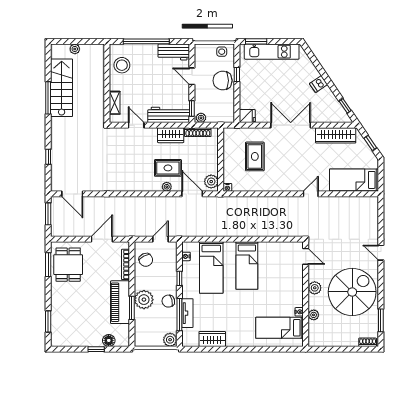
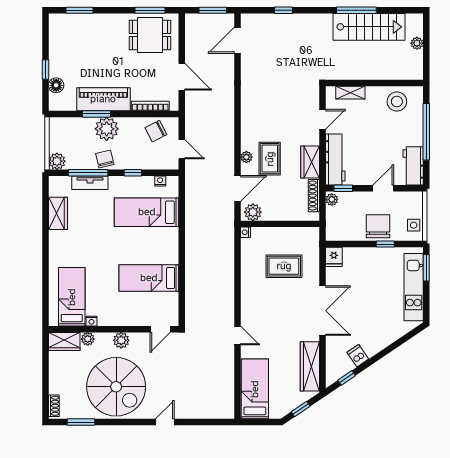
dishwasher: (319, 84) -> (358, 356), moved
bed: (247, 266) -> (149, 278), moved
wardrobe: (316, 334) -> (64, 341), added

